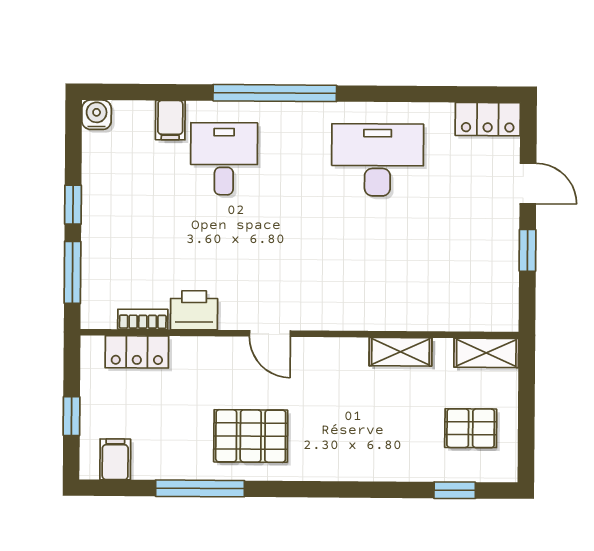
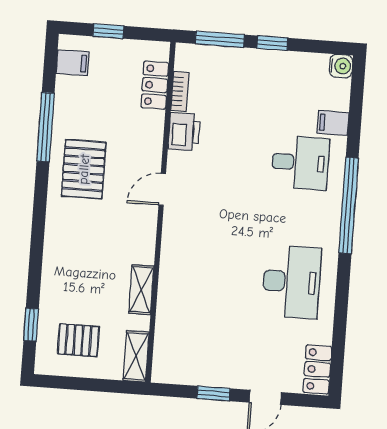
pallet: (471, 428) -> (78, 340), turned 90

